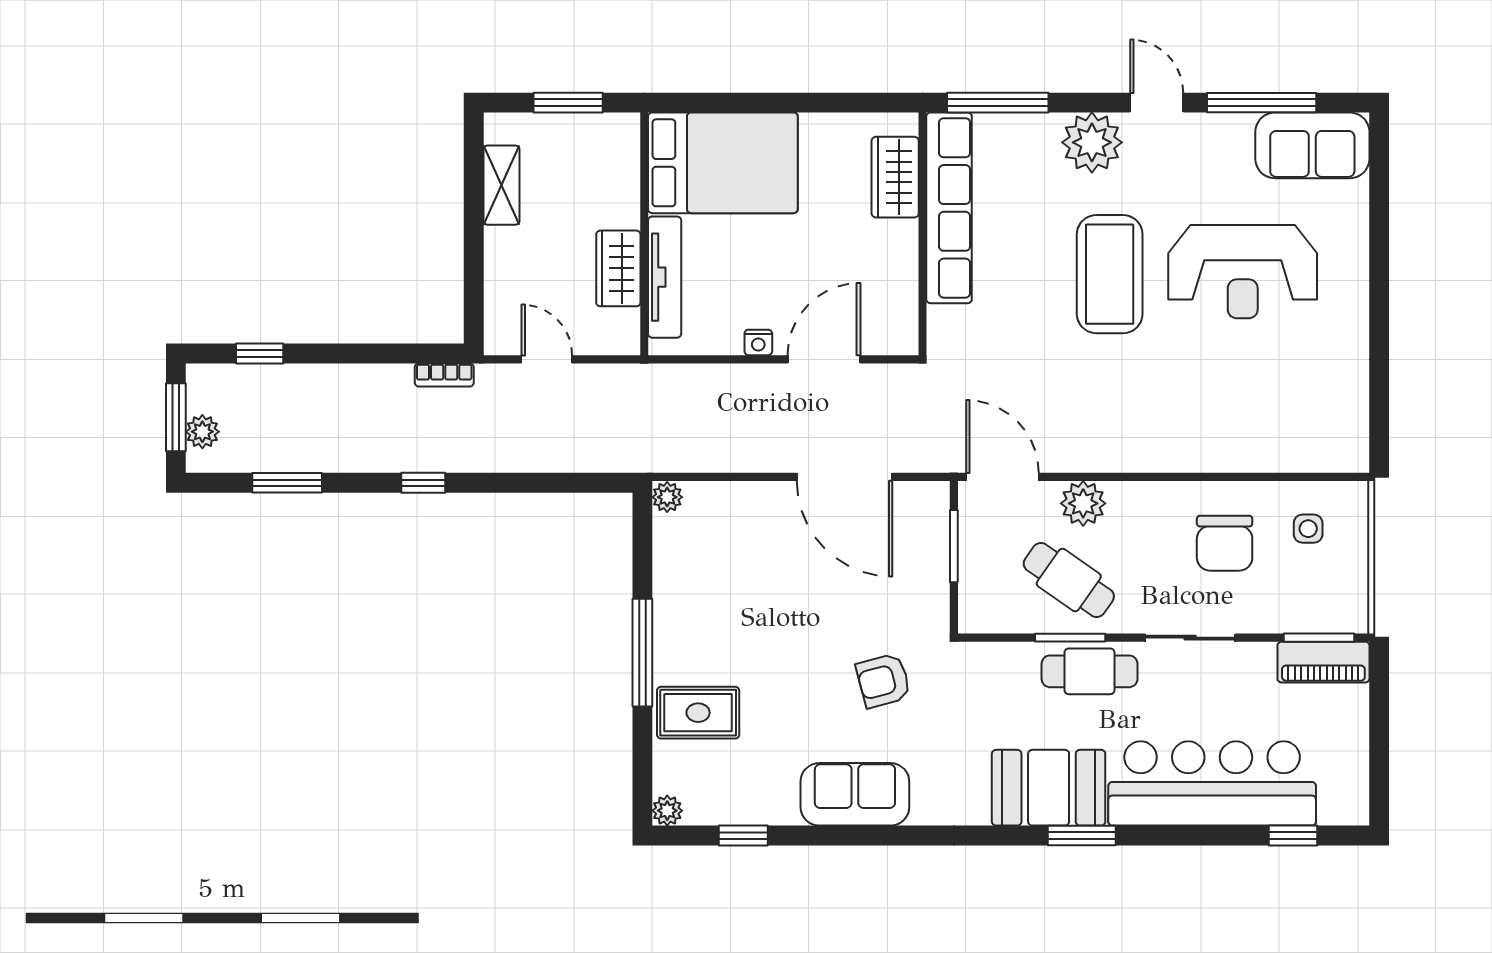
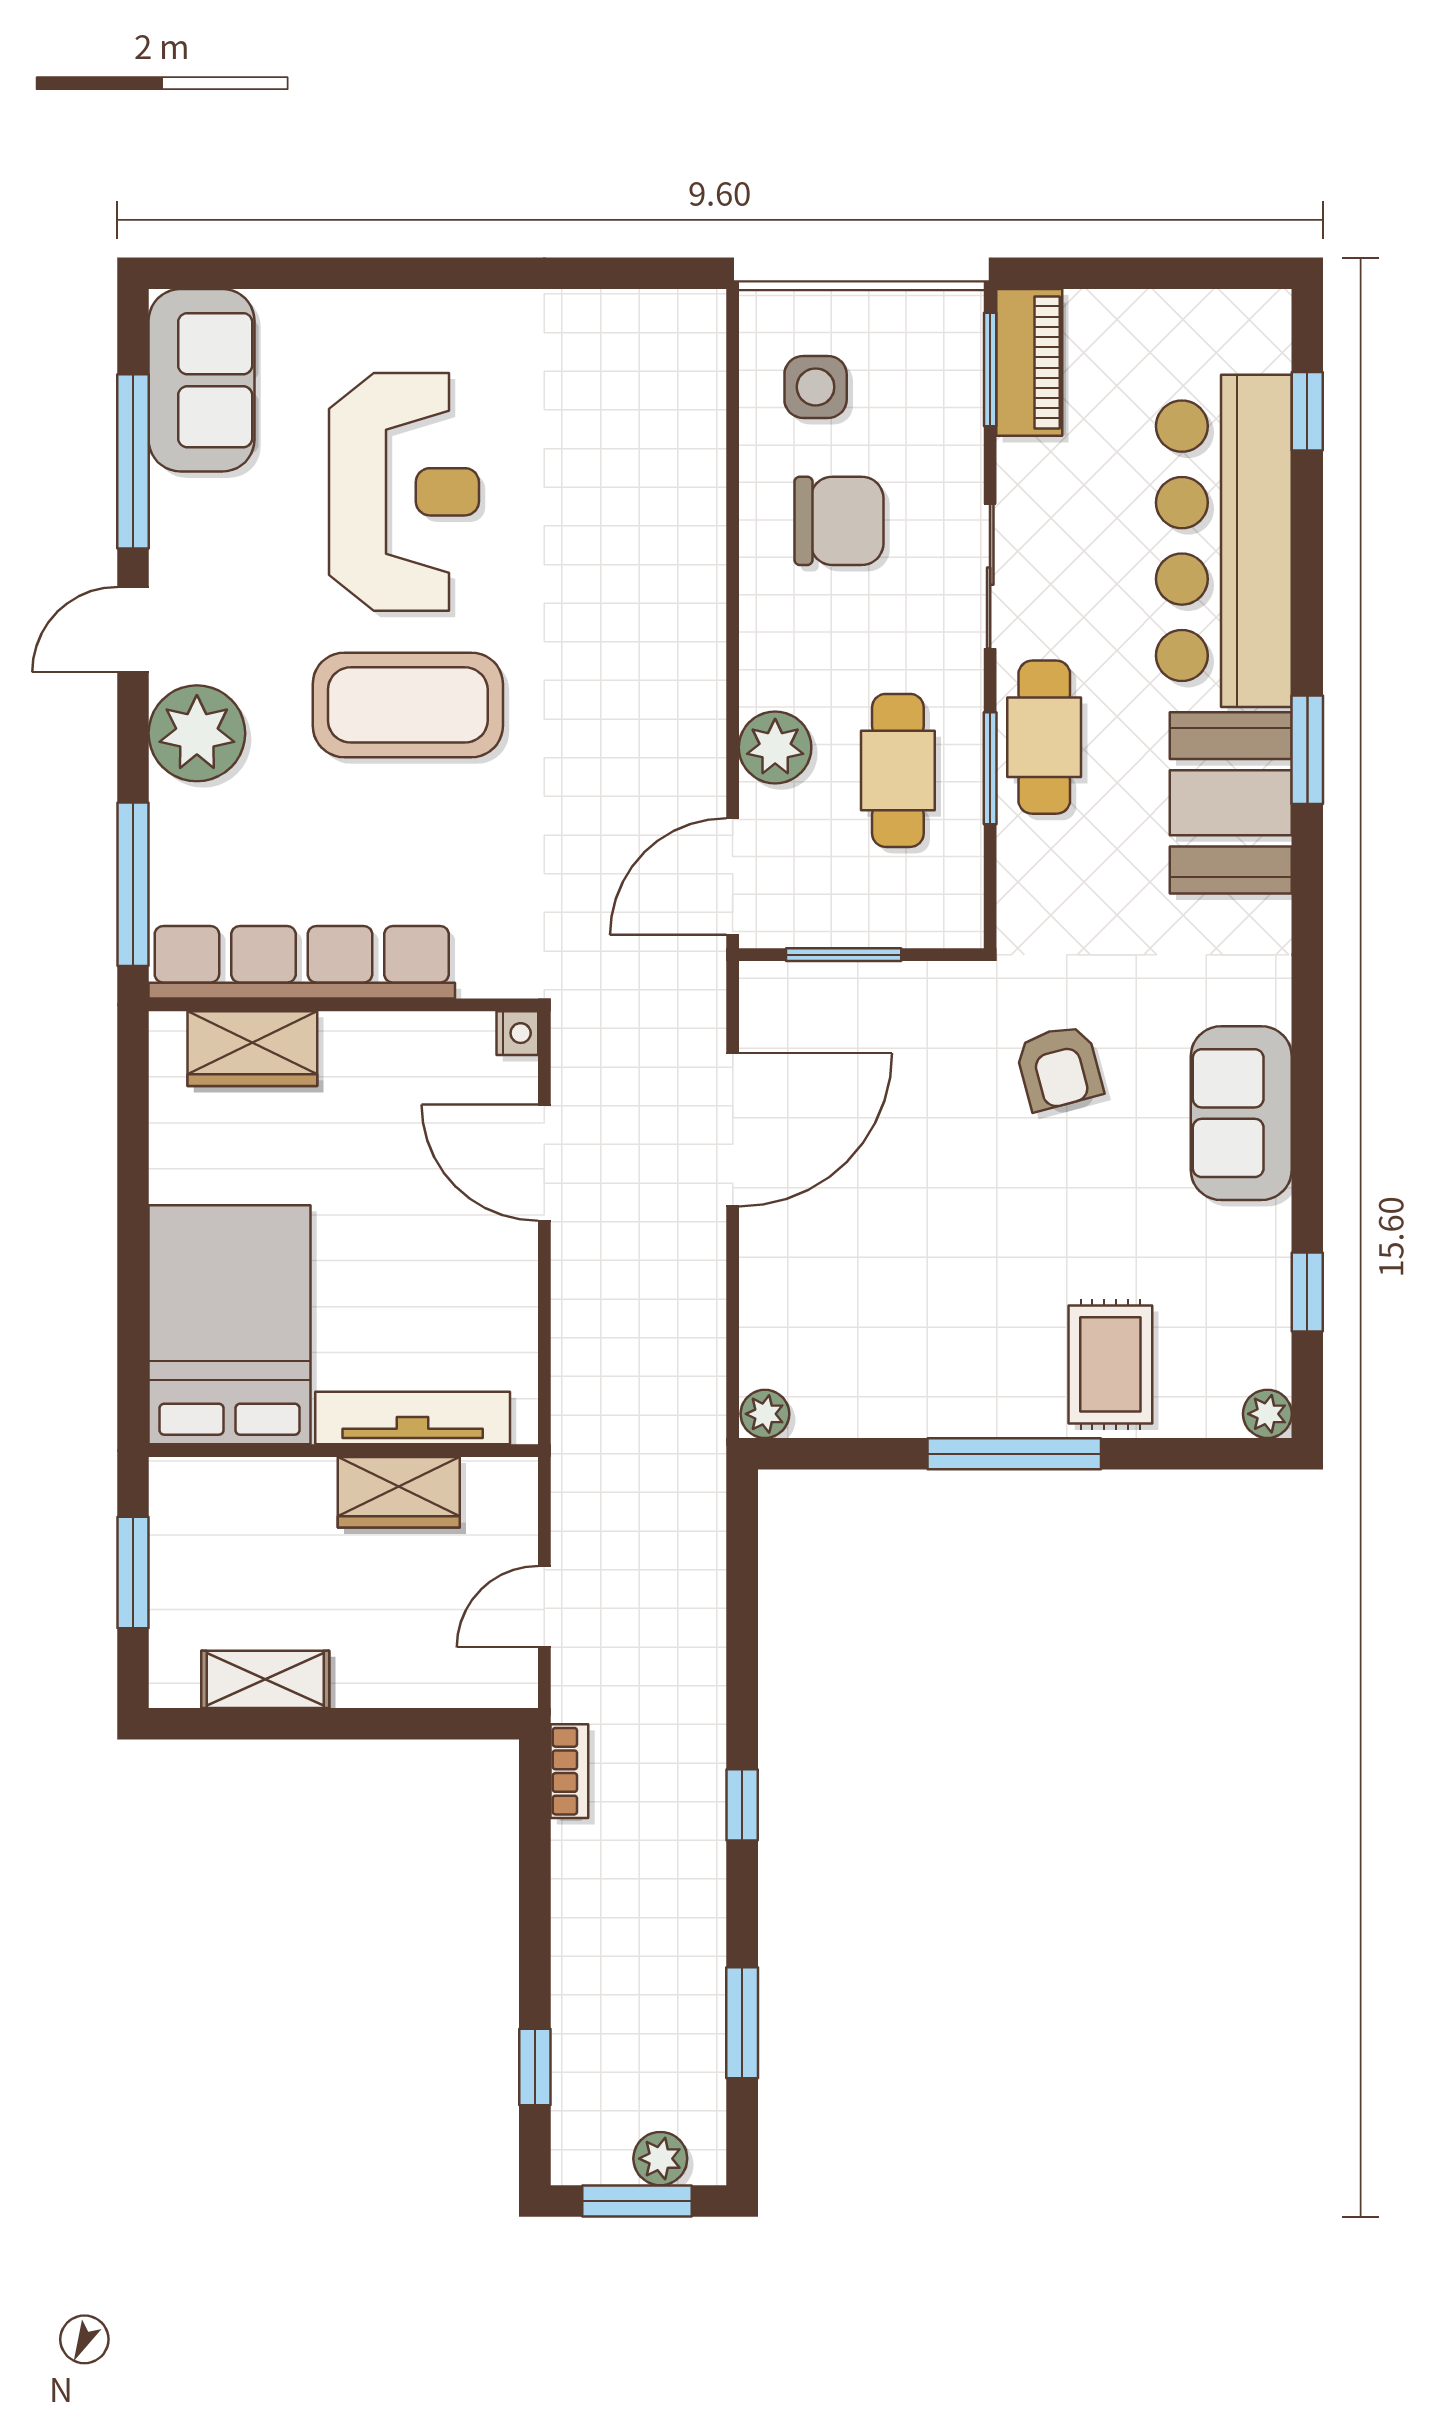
nightstand: (758, 342) -> (517, 1033), moved
side table: (1308, 529) -> (816, 387), width x1.37, depth x1.37
cafe table: (1069, 580) -> (898, 770), turned -35

